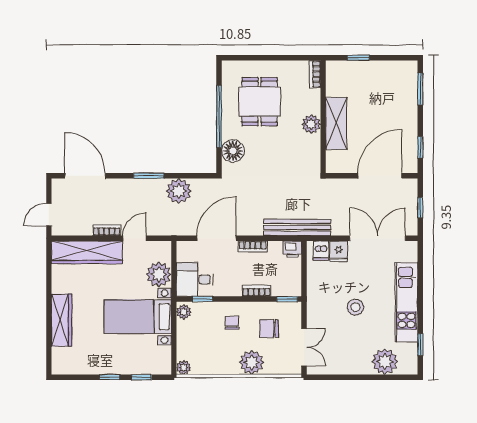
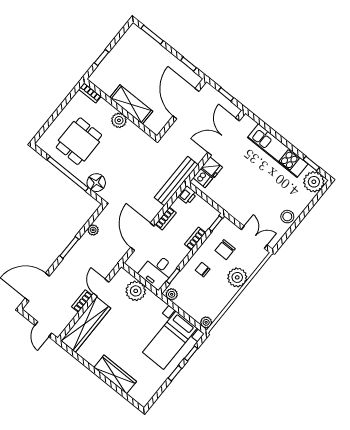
dining table: (260, 102) -> (79, 141), turned 90
plant: (179, 191) -> (93, 230), width x0.53, depth x0.53
stool: (355, 307) -> (287, 217), moved
bed with nightstands: (138, 317) -> (170, 340), moved
plant: (385, 362) -> (314, 182), moved

